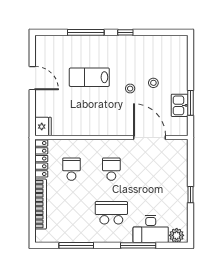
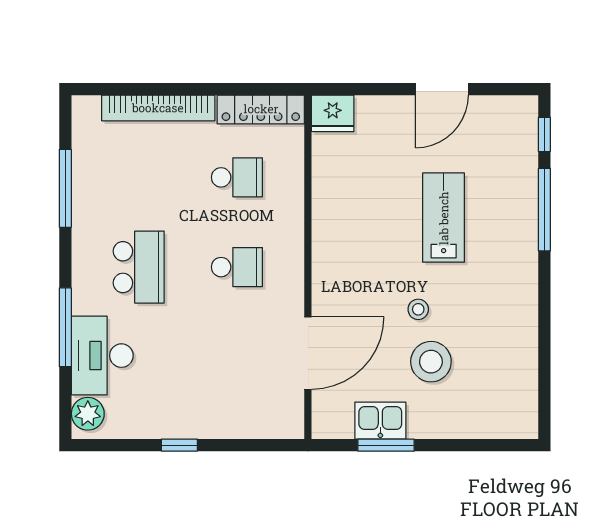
window: (125, 32) -> (544, 134), moved
stool: (153, 83) -> (431, 362), width x1.89, depth x1.89

